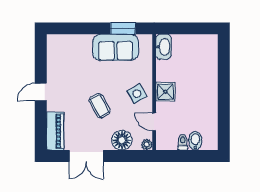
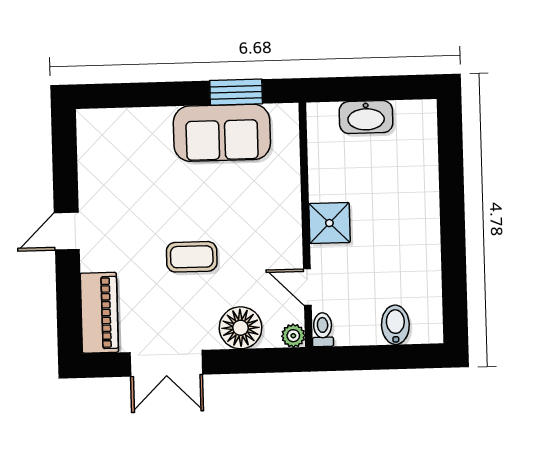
washbasin: (164, 47) -> (366, 117), moved, turned 90
side table: (137, 94) -> (269, 229), removed
coffee table: (100, 106) -> (192, 257), turned -62
toilet: (183, 142) -> (323, 330), moved

